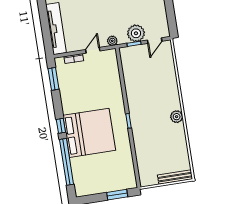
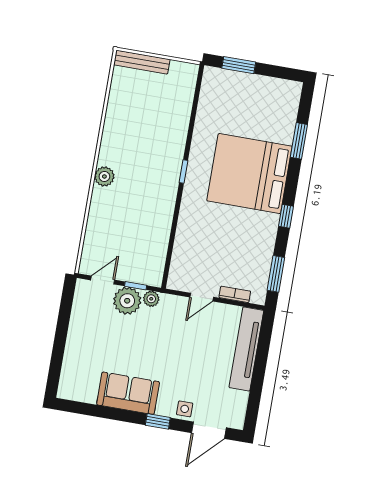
plant: (112, 41) -> (151, 299), moved
plant: (177, 117) -> (104, 176), moved
window: (61, 126) -> (286, 216), moved
window: (67, 162) -> (299, 141), width x0.47

